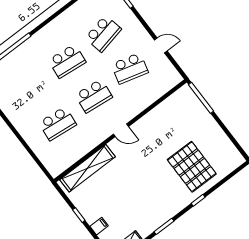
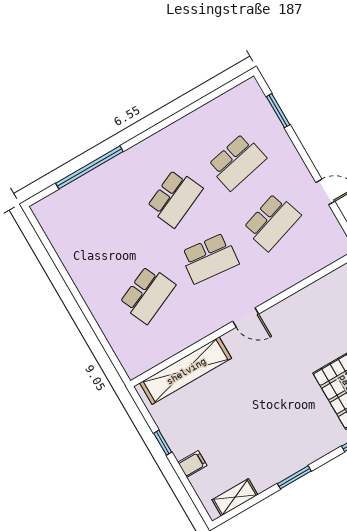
school desk: (67, 61) -> (175, 198), turned -30
school desk: (130, 68) -> (272, 222), turned -33
school desk: (58, 124) -> (147, 294), turned -30

